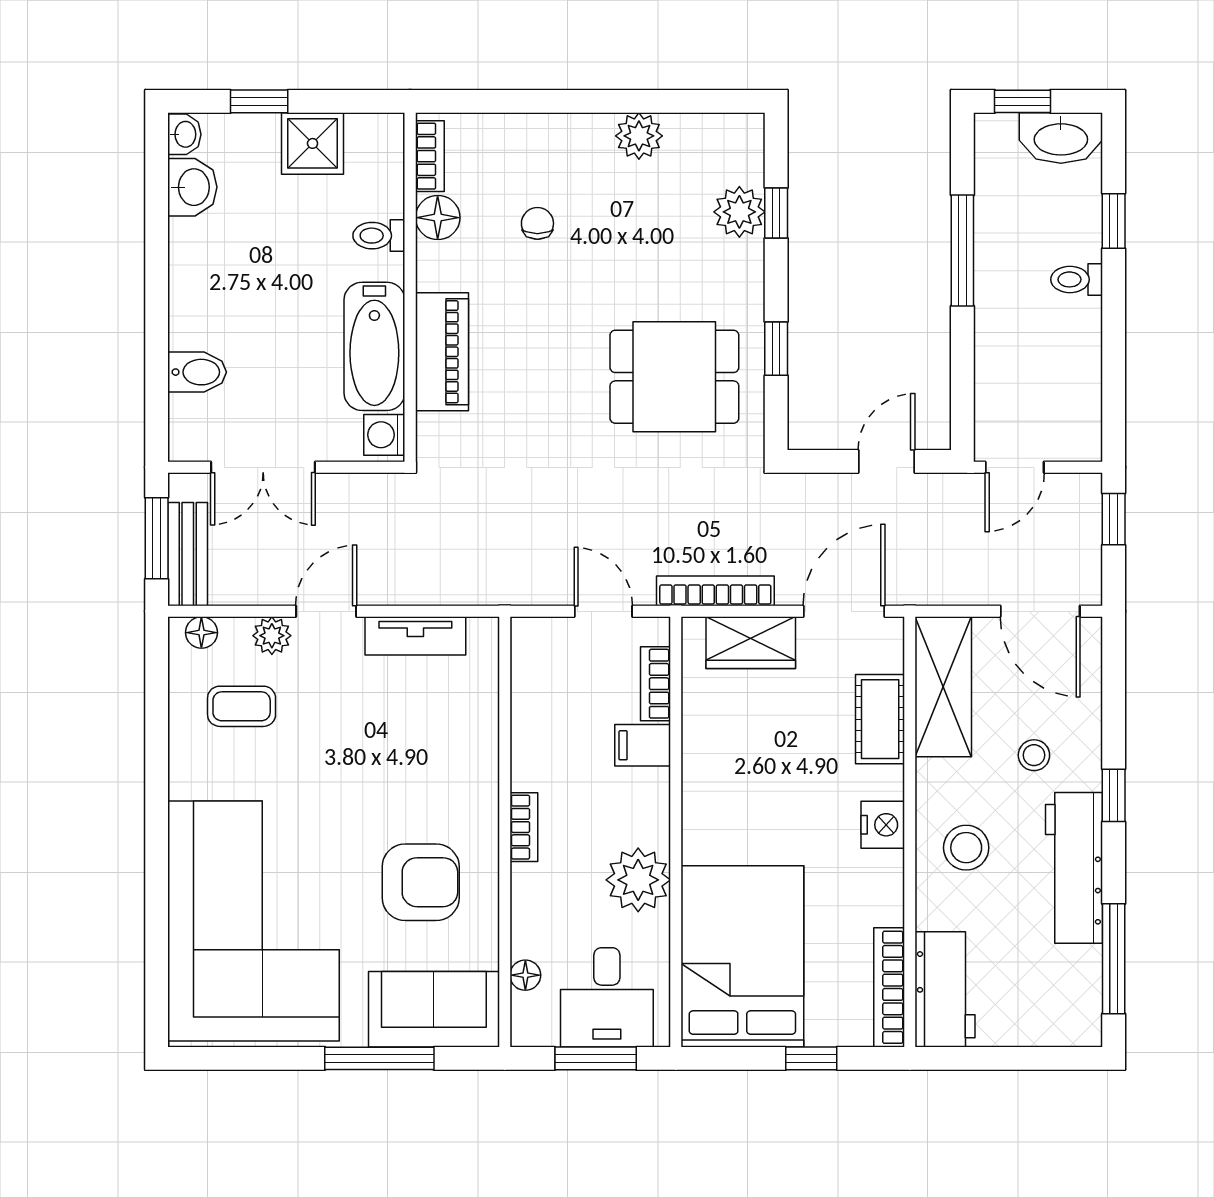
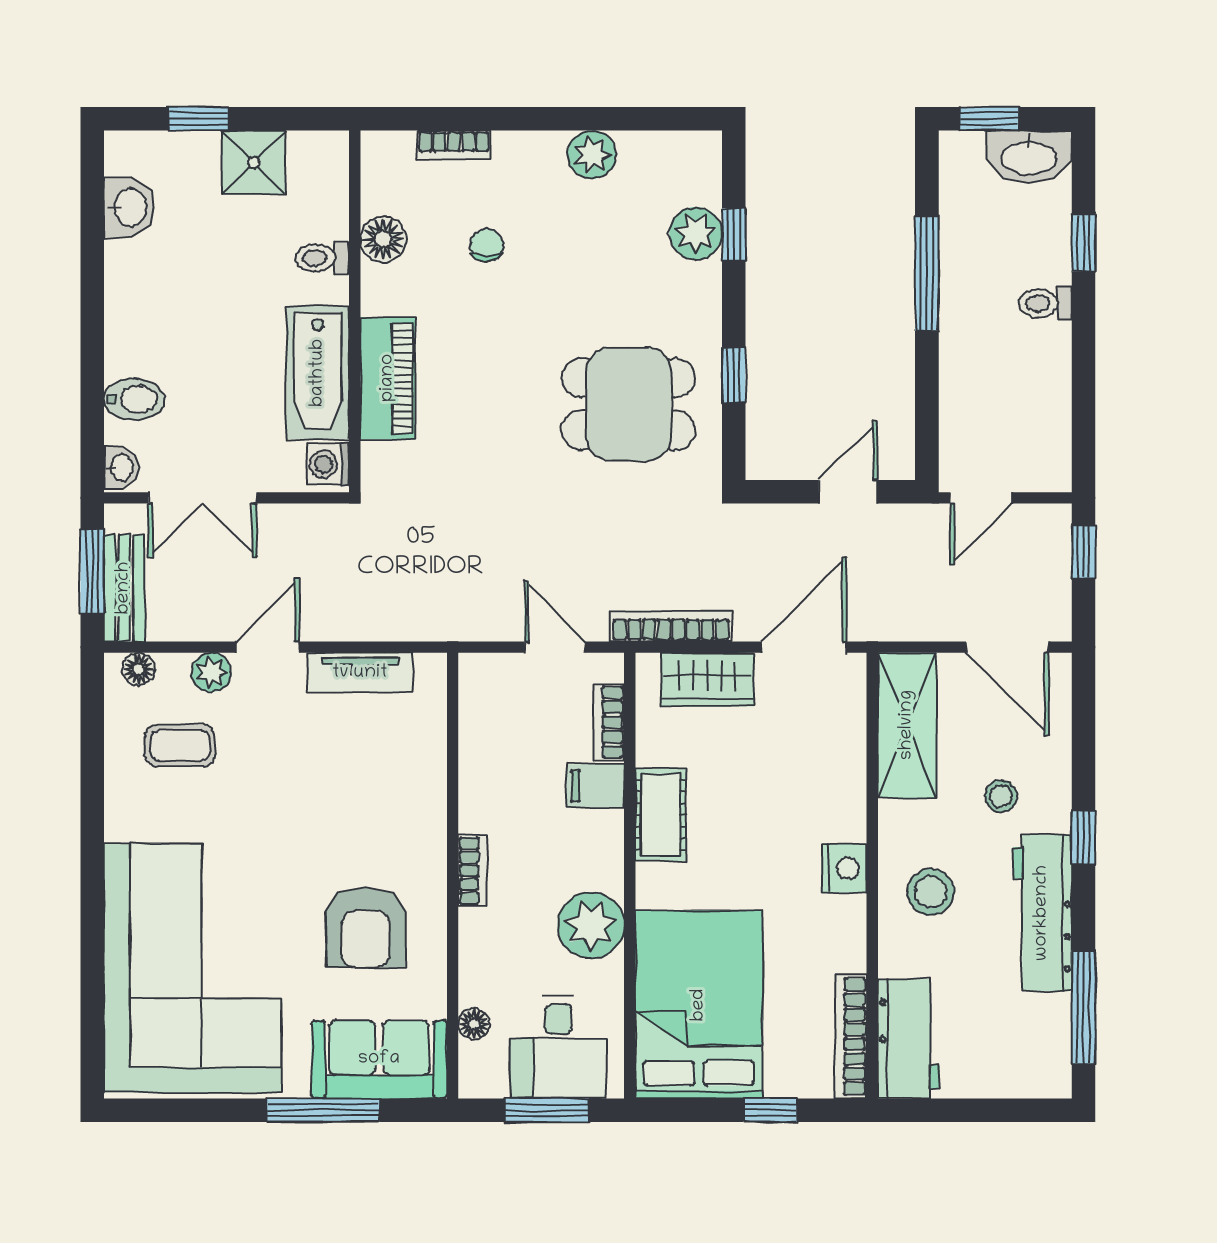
washbasin: (184, 134) -> (121, 467), moved
bookcase: (430, 156) -> (454, 145), moved, turned 90
cot: (880, 719) -> (661, 815), moved
armchair: (421, 882) -> (366, 928), turned 90

